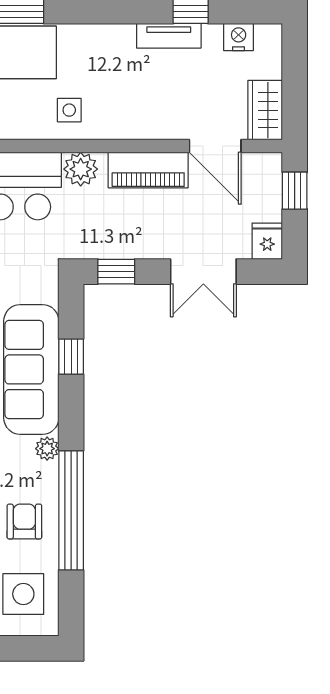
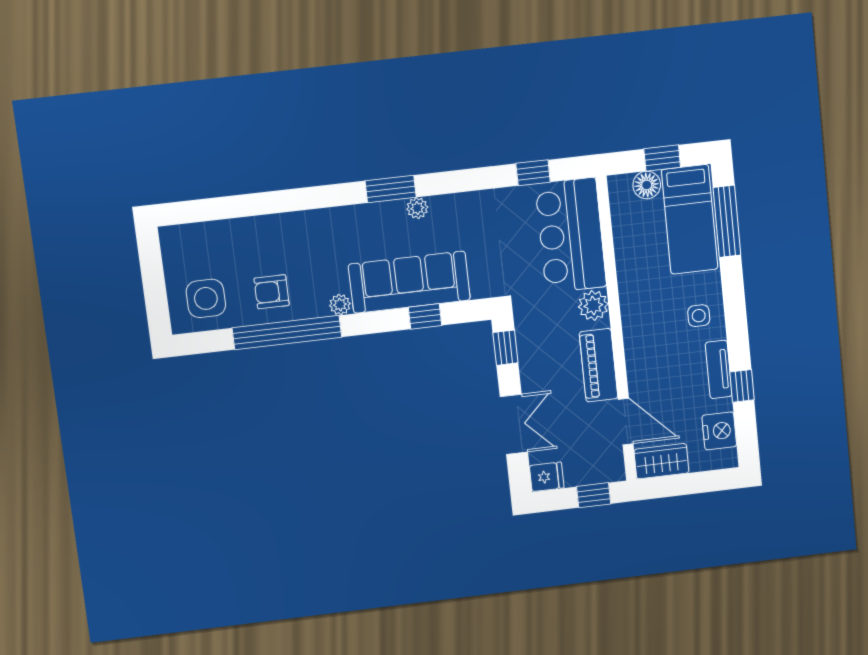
nightstand: (239, 37) -> (719, 431), width x1.36, depth x1.33
side table: (69, 110) -> (699, 316), moved
door: (215, 146) -> (626, 421), swing flipped
double door: (203, 272) -> (514, 424), swing flipped
armchair: (24, 521) -> (272, 292), turned 180

